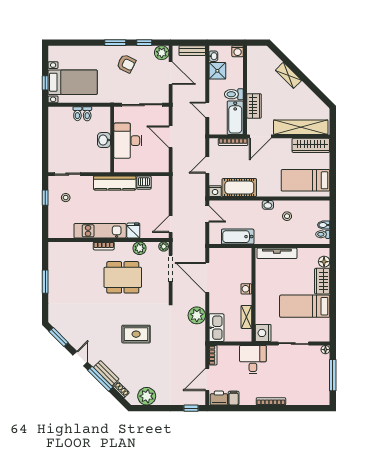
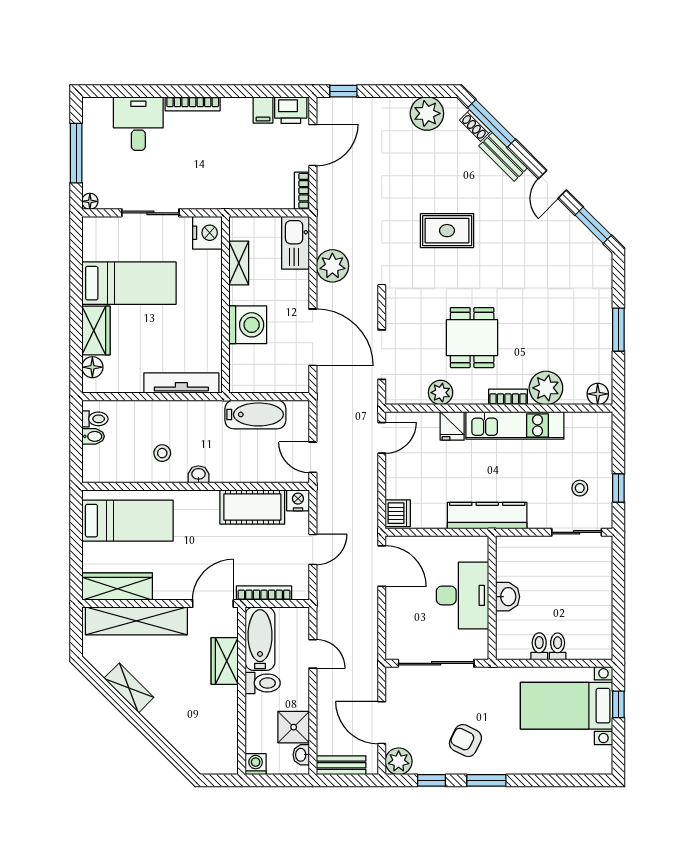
shelving: (288, 75) -> (129, 688), moved
door: (171, 137) -> (382, 566), moved
dishwasher: (144, 183) -> (398, 513), moved, turned 90
floor lamp: (56, 247) -> (598, 394), added
plant: (164, 247) -> (546, 388), moved, width x1.88, depth x1.88
dining table: (123, 277) -> (472, 338), width x0.73
washing machine: (246, 289) -> (248, 325), width x1.89, depth x1.89
desk: (253, 360) -> (138, 124), moved, turned 180
window: (100, 379) -> (491, 124), moved

